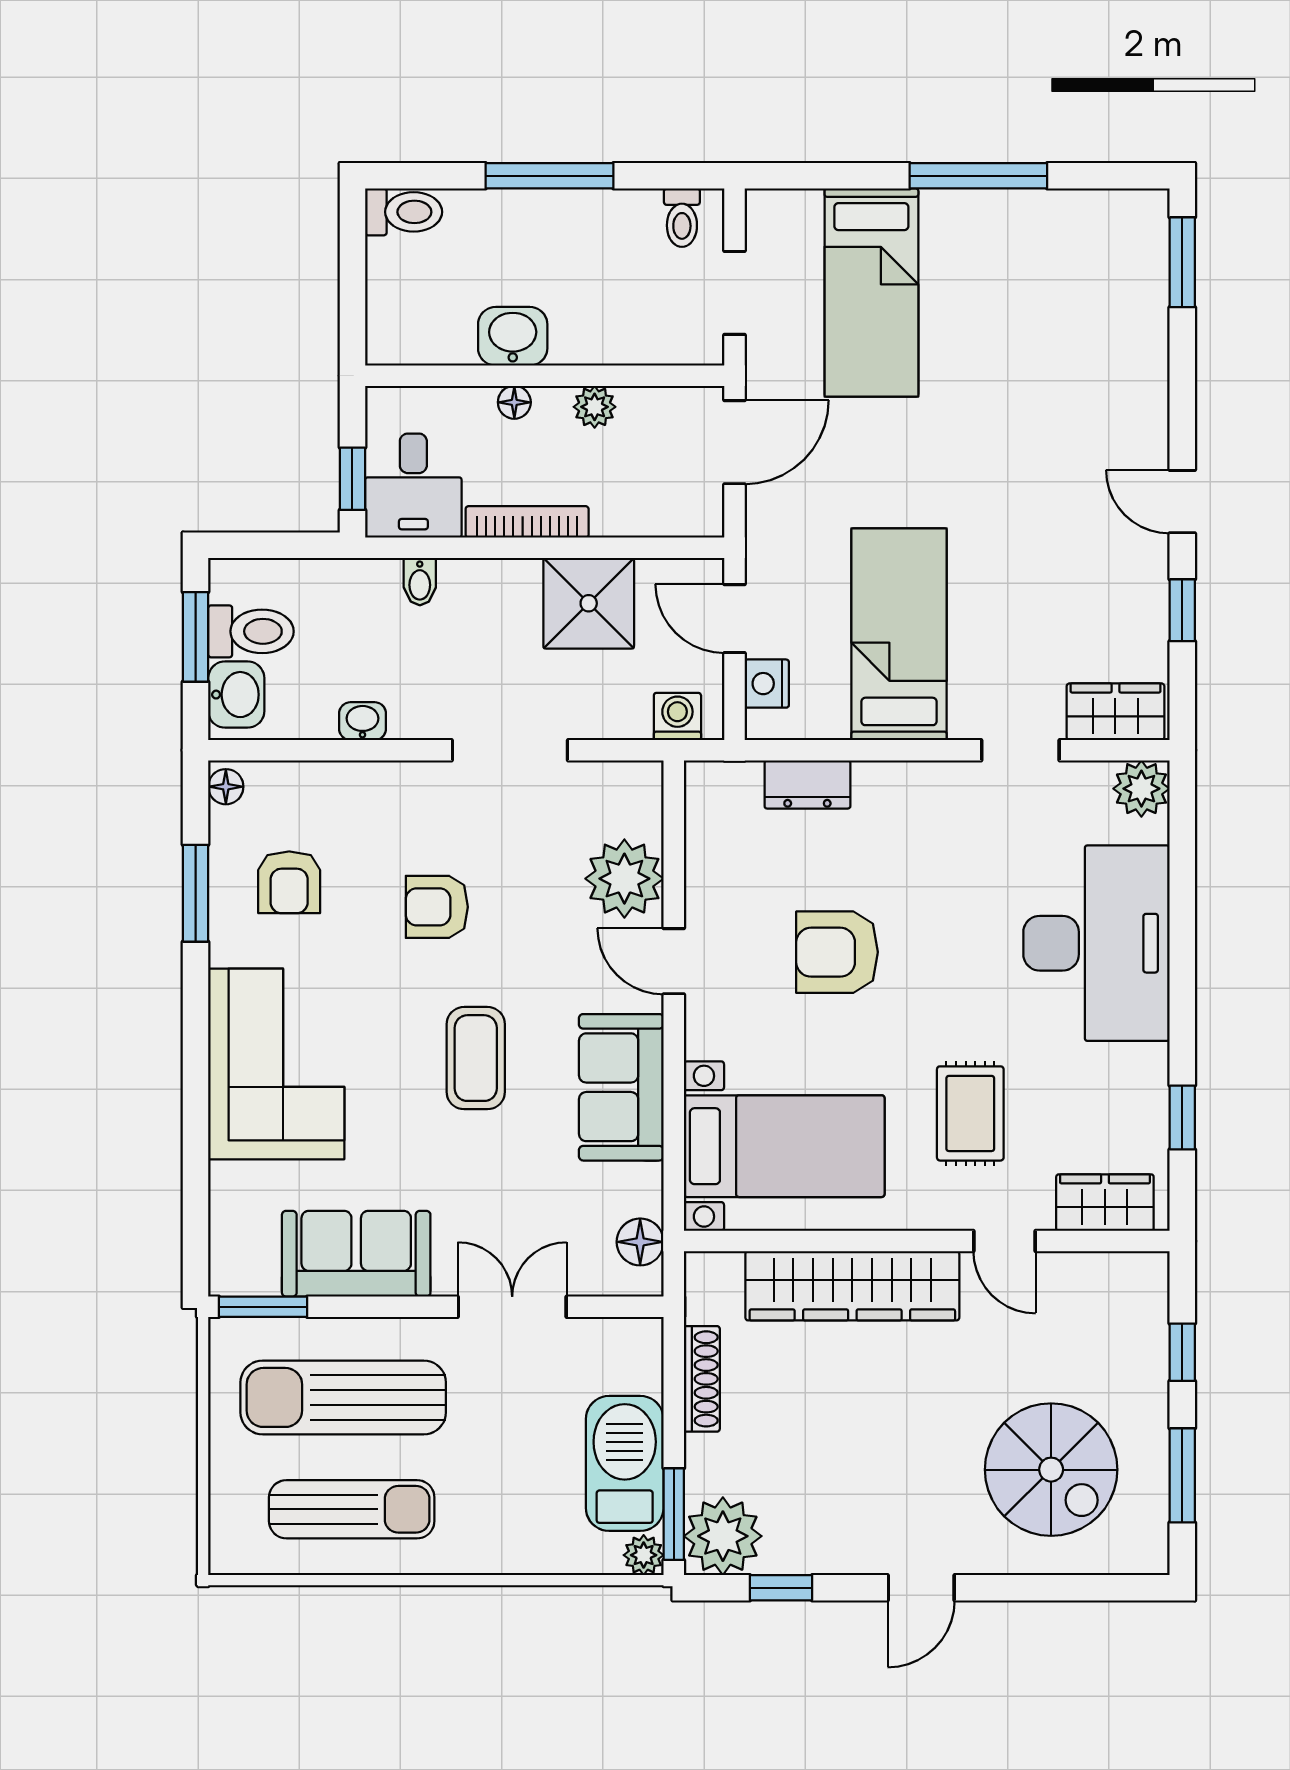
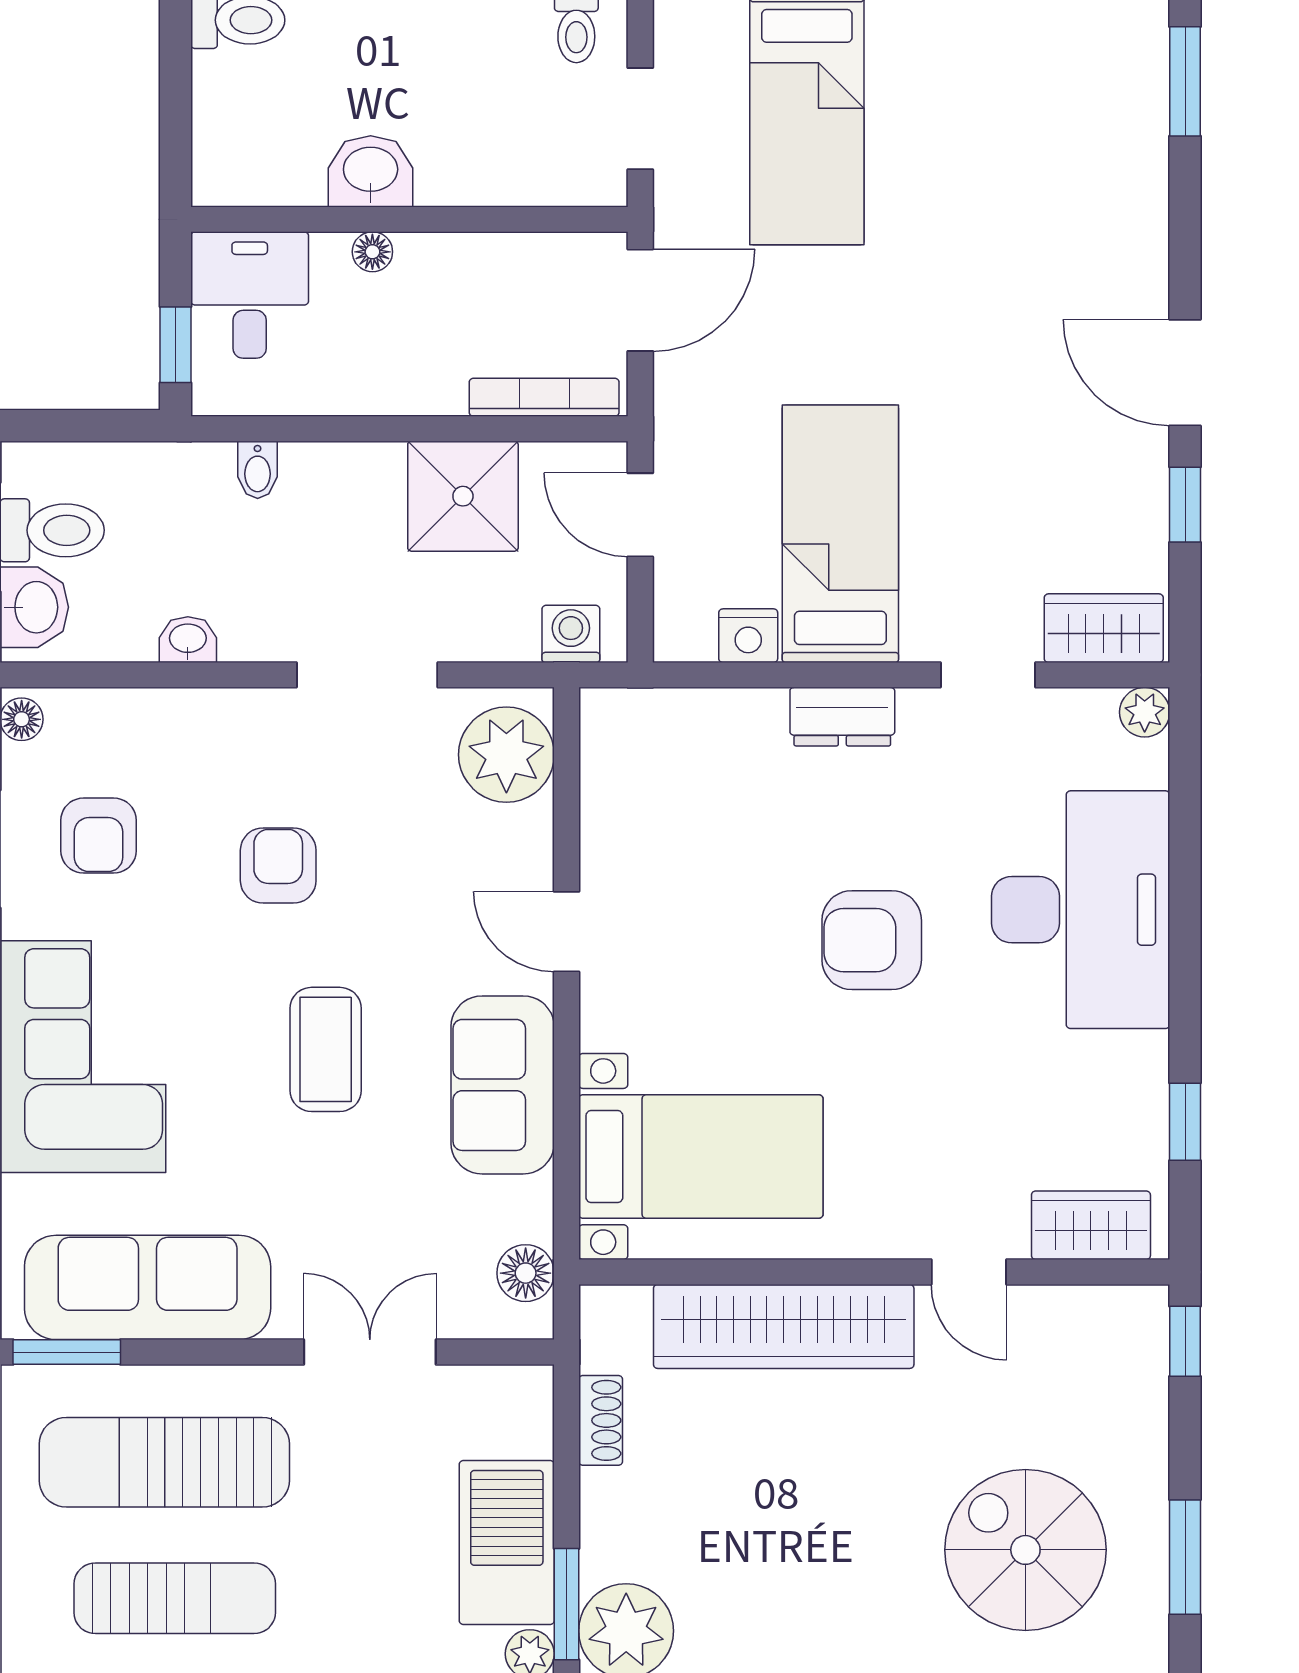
plant: (595, 407) -> (470, 257), removed
desk: (413, 486) -> (250, 295), moved, turned 180
door: (1182, 502) -> (1185, 373), width x1.38
bookcase: (527, 522) -> (544, 397), moved
nightstand: (767, 684) -> (748, 636), moved, turned -90
dresser: (807, 784) -> (842, 717), moved
plant: (1141, 789) -> (1145, 712), width x0.73, depth x0.73
plant: (624, 879) -> (506, 755), moved
armchair: (437, 907) -> (278, 865), turned 90
armchair: (837, 952) -> (872, 940), moved
rug: (970, 1113) -> (927, 1117), removed
sofa: (356, 1254) -> (148, 1287), width x1.36
window: (1182, 1352) -> (1185, 1341), moved
shoe rack: (702, 1379) -> (601, 1420), width x0.70
spiral stairs: (1051, 1470) -> (1025, 1550), turned 180

